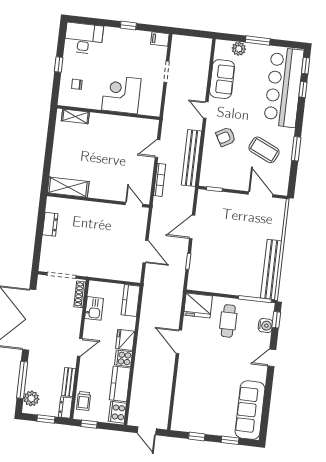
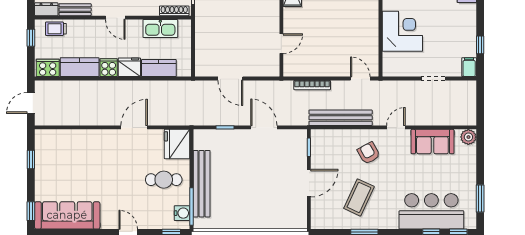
window: (128, 26) -> (480, 45), moved
window: (258, 40) -> (480, 198), moved
plant: (239, 49) -> (468, 137), moved
bar counter: (284, 87) -> (431, 211), width x0.73
door: (157, 149) -> (360, 79), moved
door: (261, 194) -> (309, 183), moved
door: (134, 204) -> (281, 44), moved
door: (146, 252) -> (230, 79), hinge flipped
bench: (271, 269) -> (202, 184), moved, turned 90
kitchen counter: (131, 301) -> (159, 68), moved
kitchen sink: (94, 308) -> (160, 28), width x1.38
water cooler: (265, 326) -> (182, 213), moved, turned -90
window: (230, 440) -> (31, 211), moved

